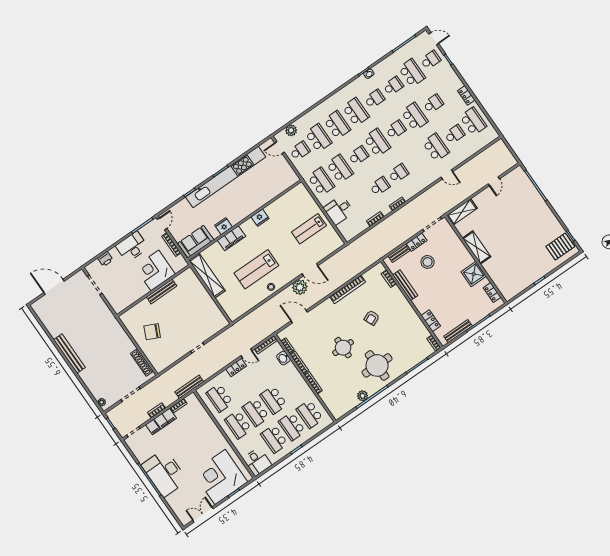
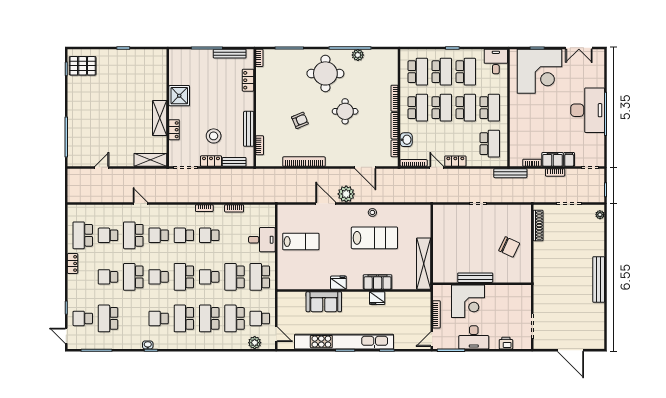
school desk: (393, 86) -> (159, 235), moved
sofa: (196, 242) -> (324, 302), moved
locker: (492, 292) -> (174, 130), moved
school desk: (291, 388) -> (418, 108), added

